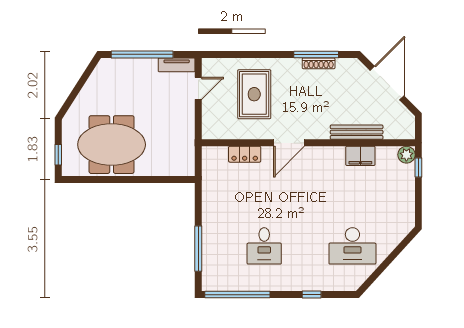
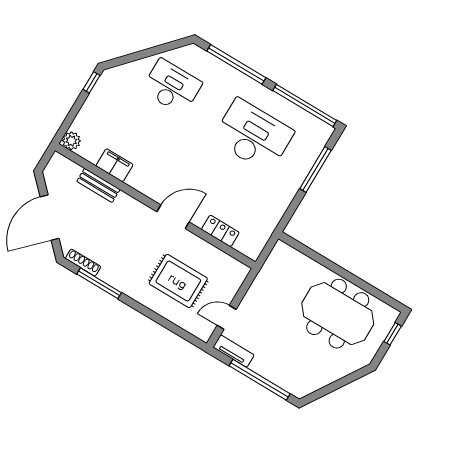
shoe rack: (319, 63) -> (83, 263), moved
rug: (254, 94) -> (178, 281), turned 90
bench: (357, 132) -> (98, 185), width x0.73
window: (418, 167) -> (91, 82), moved
desk: (264, 246) -> (253, 136), width x1.87, depth x1.30
window: (312, 295) -> (236, 64), width x3.17

